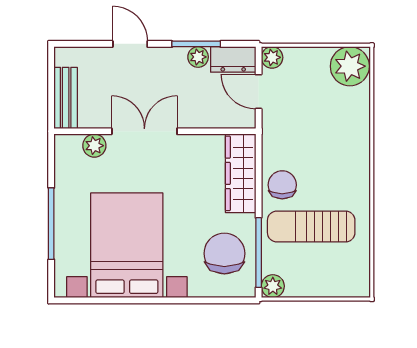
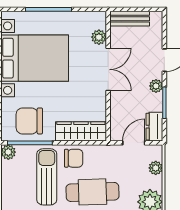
plant: (198, 57) -> (156, 86), moved
plant: (272, 57) -> (156, 168), moved
cafe table: (335, 155) -> (92, 192), added
chair: (224, 253) -> (29, 121), turned 180

